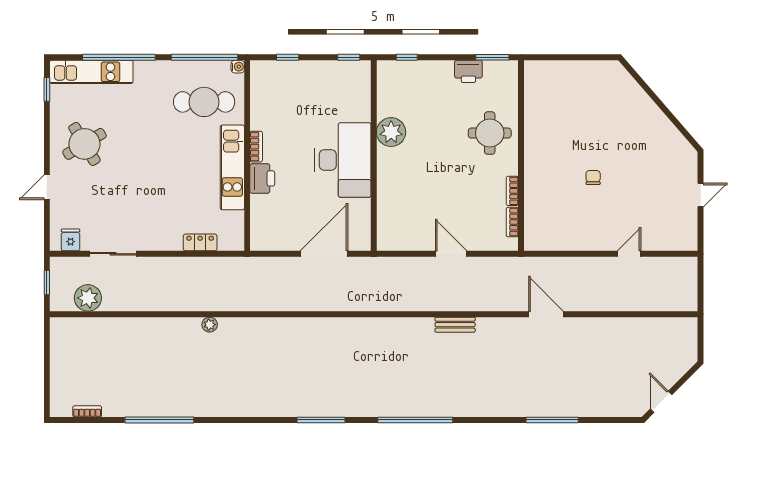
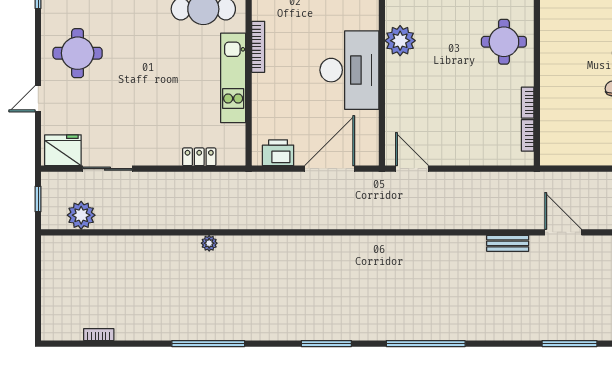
round table: (84, 144) -> (78, 53), turned 31
bookcase: (256, 147) -> (258, 47), width x1.56
printer: (262, 178) -> (278, 153), moved, turned -90
fridge: (71, 240) -> (63, 150), width x1.88, depth x1.34
door: (451, 254) -> (412, 169), moved
bench: (455, 325) -> (508, 243), moved
bookcase: (87, 411) -> (99, 335), moved
window: (159, 420) -> (208, 344), moved

